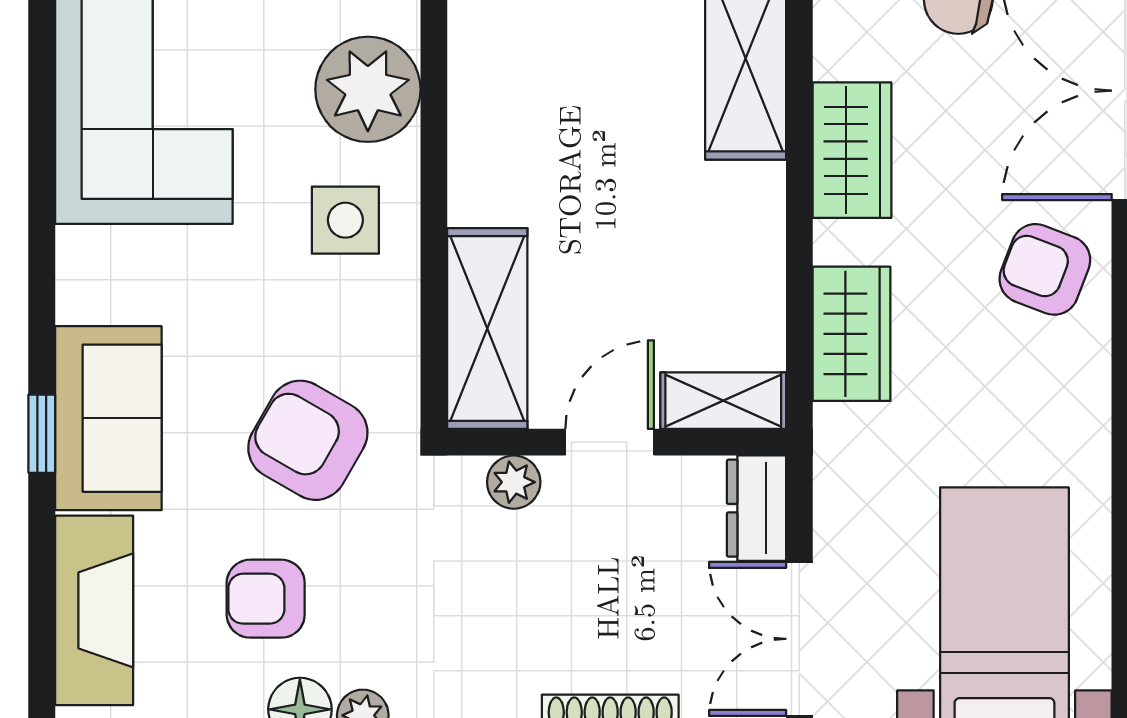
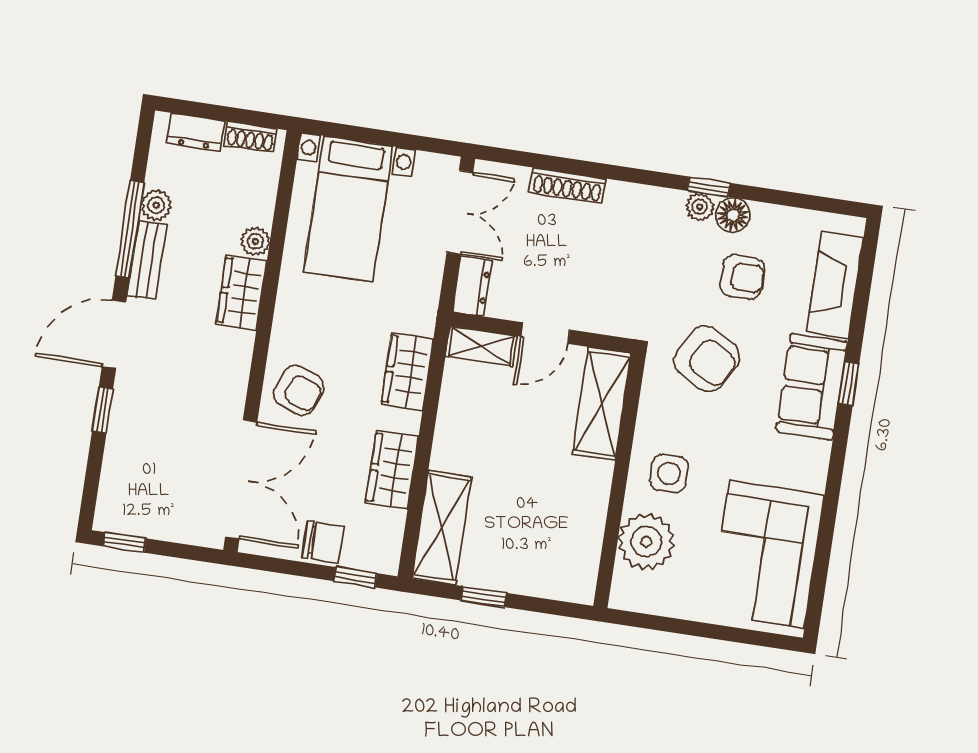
plant: (514, 482) -> (600, 319), removed

